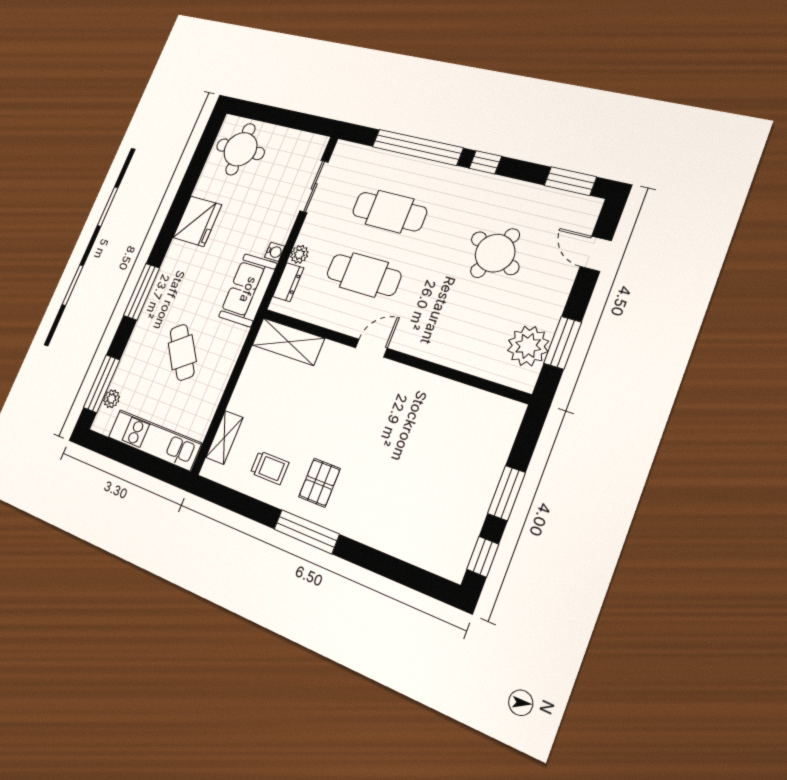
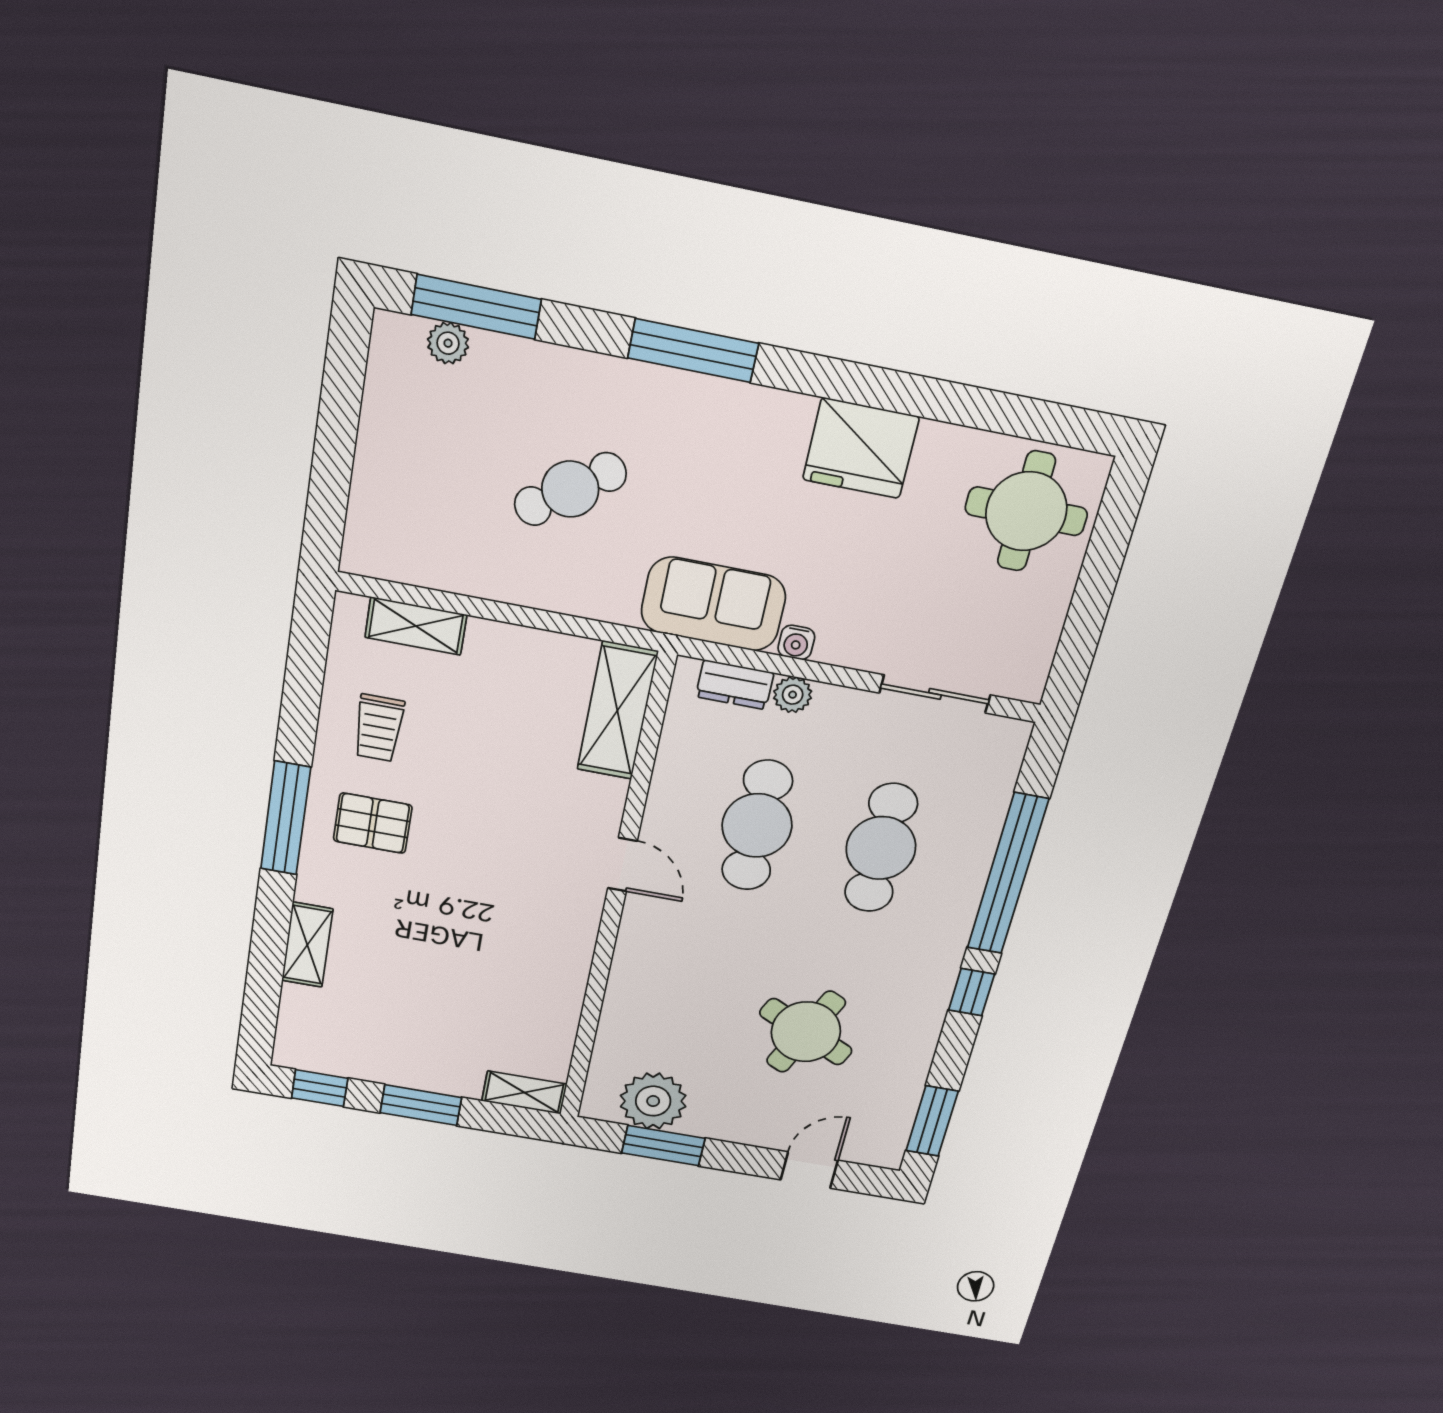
shelving: (508, 425) -> (524, 1093), added
kitchen unit: (154, 440) -> (382, 474), removed
shelving: (384, 539) -> (307, 945), added

